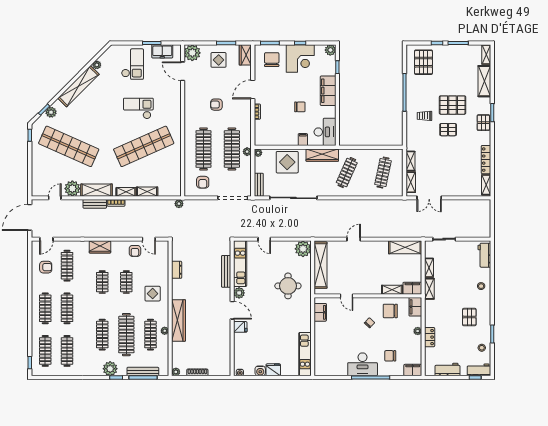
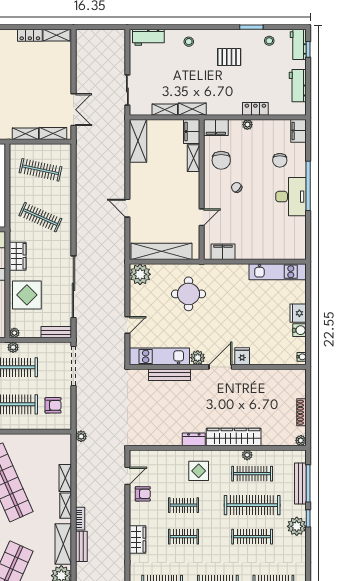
wardrobe: (322, 155) -> (18, 256), width x0.67
locker: (486, 160) -> (30, 35), width x0.66
dresser: (177, 270) -> (194, 439), moved

